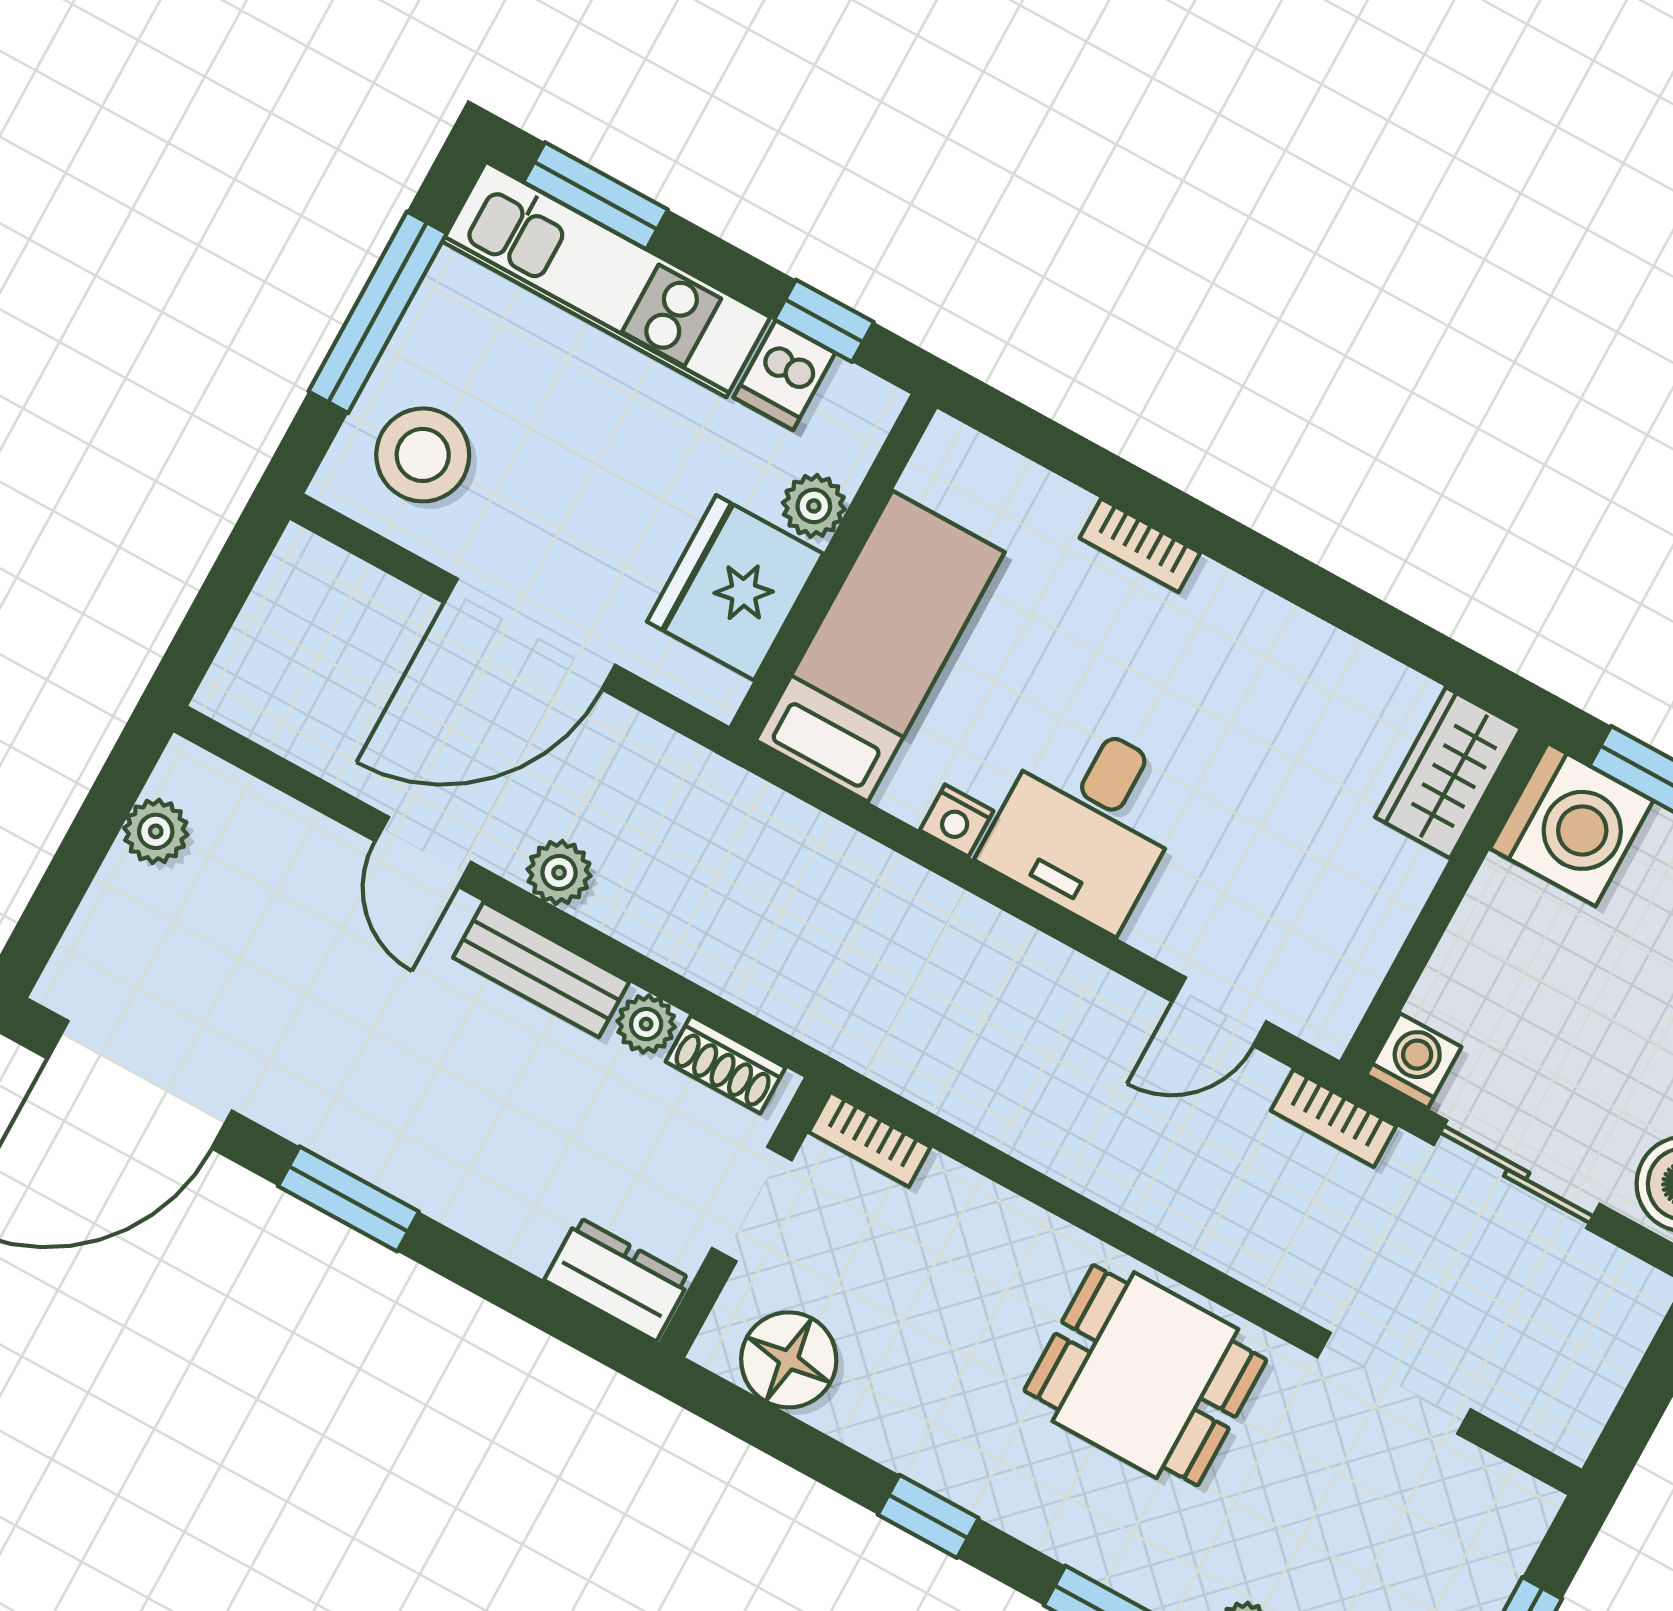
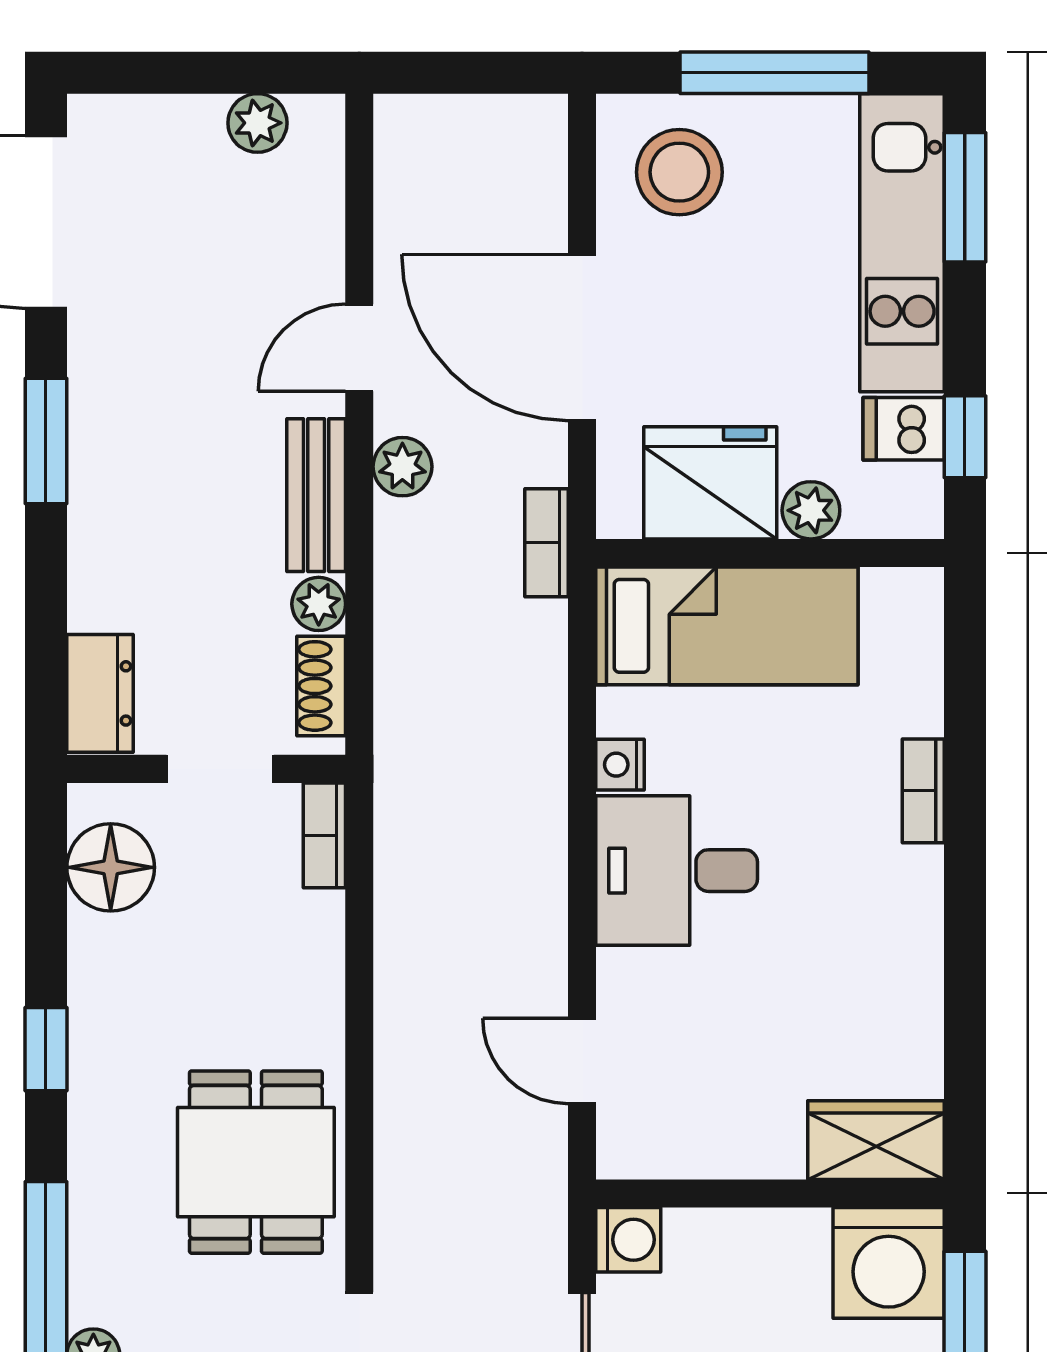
bookcase: (1334, 1118) -> (546, 543), moved

